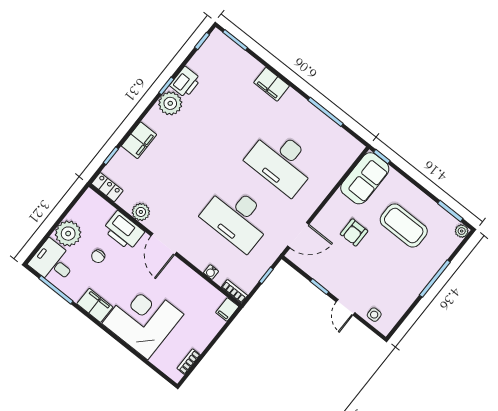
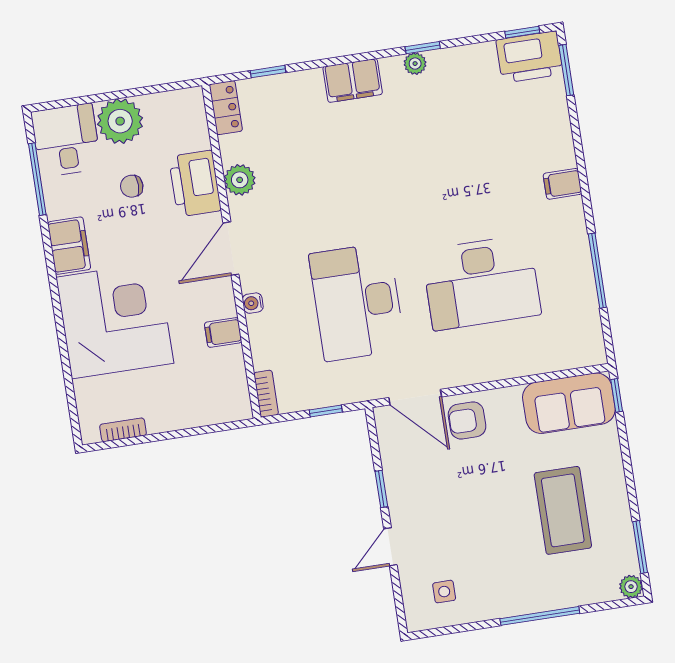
printer: (185, 82) -> (530, 57), moved, width x1.37, depth x1.19
filing cabinet: (272, 84) -> (562, 184), width x0.50
plant: (170, 103) -> (415, 64), width x0.53, depth x0.53
filing cabinet: (139, 140) -> (353, 80), moved
desk: (282, 162) -> (481, 283), turned -90
armchair: (354, 232) -> (467, 420), moved
water cooler: (211, 272) -> (253, 303), moved
filing cabinet: (227, 309) -> (223, 332), moved
side table: (374, 315) -> (444, 592), moved

